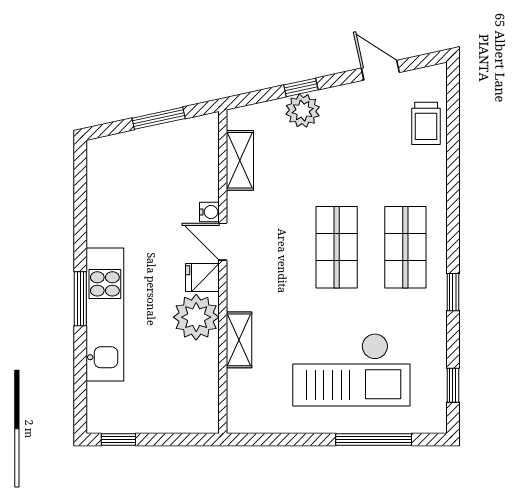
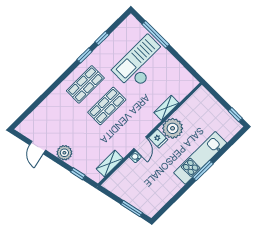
window: (301, 87) -> (78, 174), moved
plant: (303, 111) -> (64, 153), moved
window: (159, 118) -> (132, 208), moved
trolley: (426, 123) -> (40, 117), removed
checkout: (351, 370) -> (141, 63), turned -90
window: (453, 385) -> (102, 38), moved

